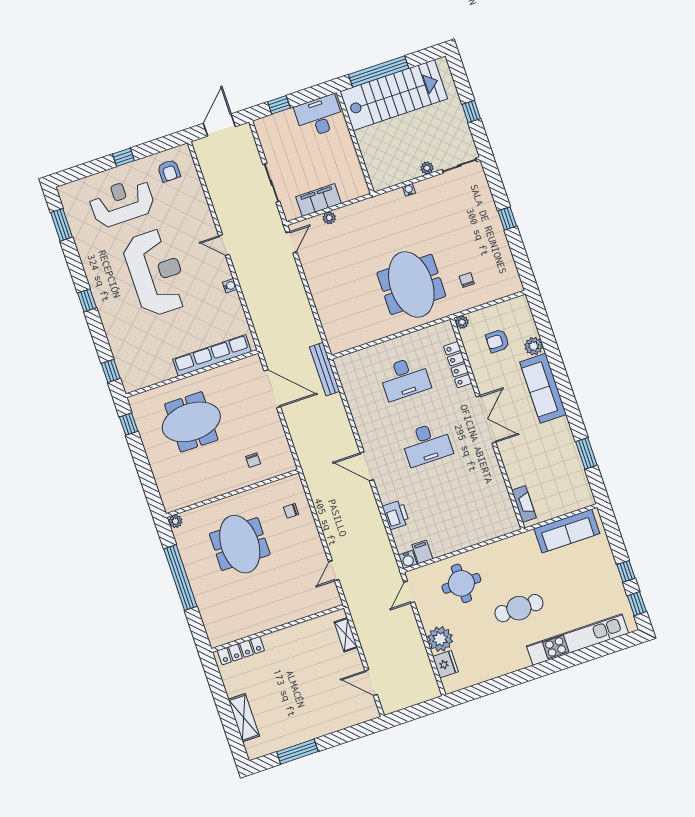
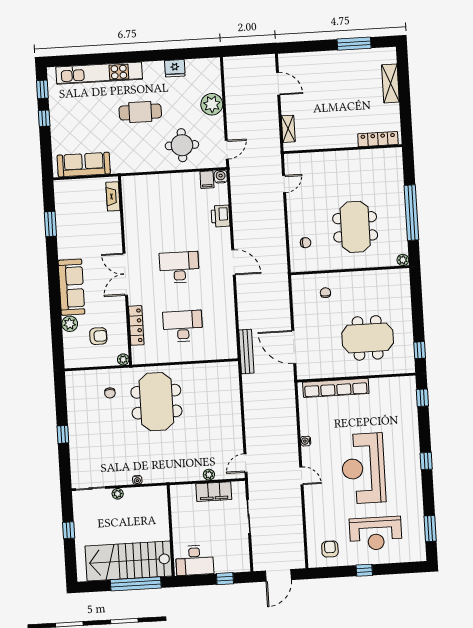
fridge: (445, 664) -> (175, 68), moved, turned -90

